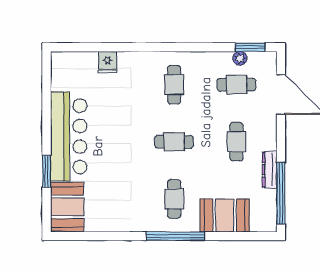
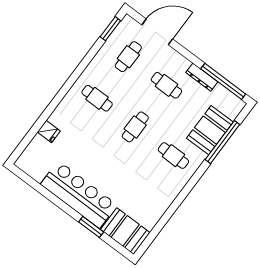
plant: (240, 58) -> (113, 41), removed
window: (176, 236) -> (222, 142), moved

